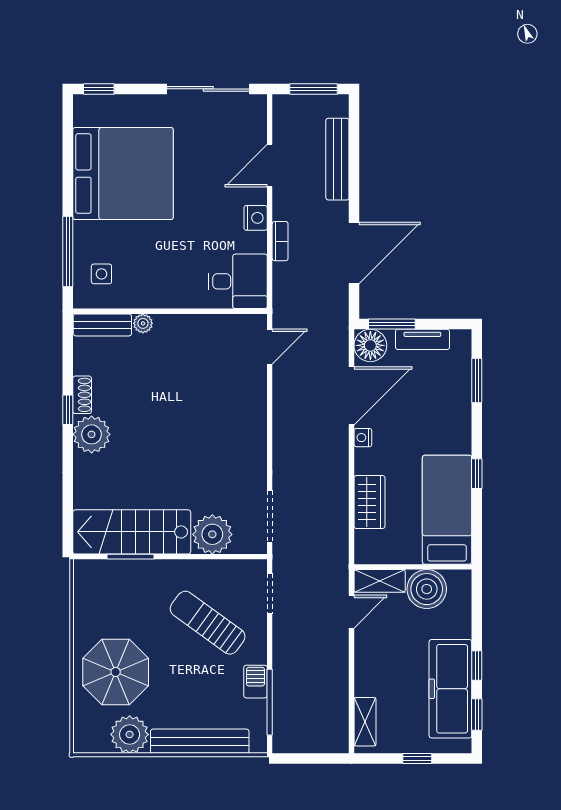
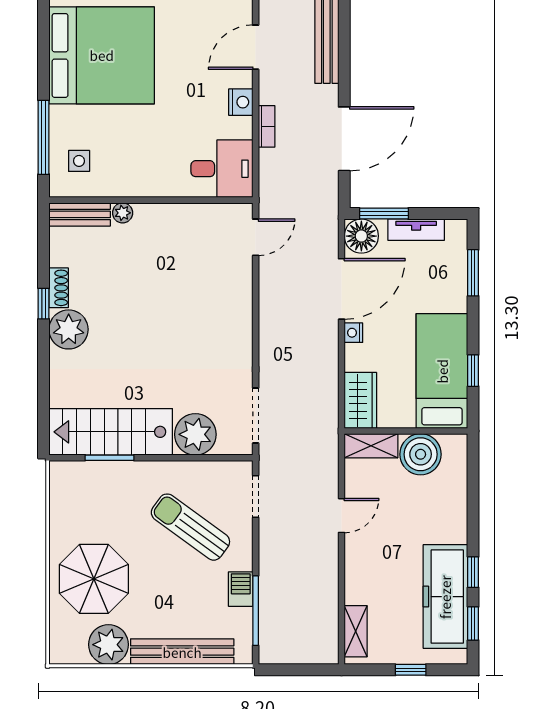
bed: (447, 510) -> (442, 371), moved
wall: (413, 567) -> (406, 431), moved
shelving: (380, 581) -> (371, 446), moved
boiler: (427, 589) -> (421, 454), moved

